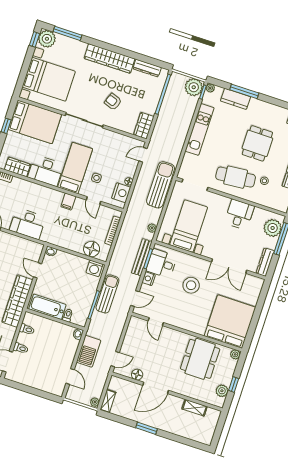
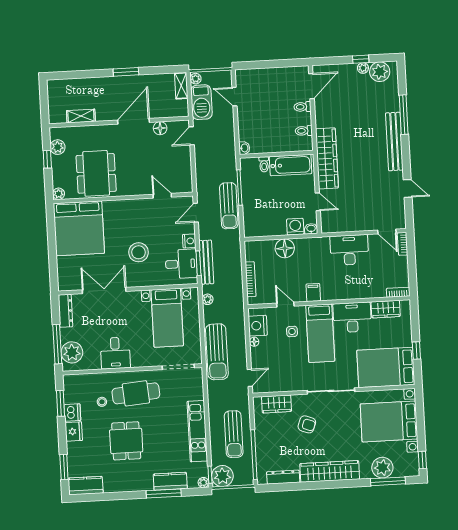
plant: (47, 39) -> (382, 468), moved
sun lounger: (172, 116) -> (234, 434), added
wardrobe: (144, 126) -> (276, 404), moved, turned 90
floor lamp: (92, 249) -> (285, 248), moved
washing machine: (94, 268) -> (295, 227), moved
barbecue: (89, 351) -> (201, 102), moved, turned 180

